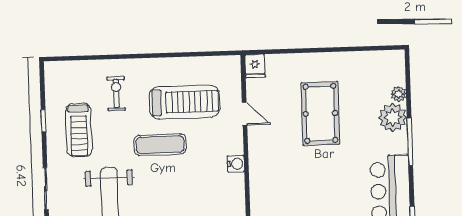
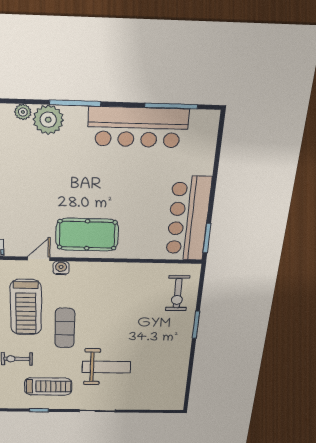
treadmill: (184, 102) -> (26, 307), turned 180
pool table: (320, 113) -> (87, 235), moved
water cooler: (236, 164) -> (61, 268), moved

